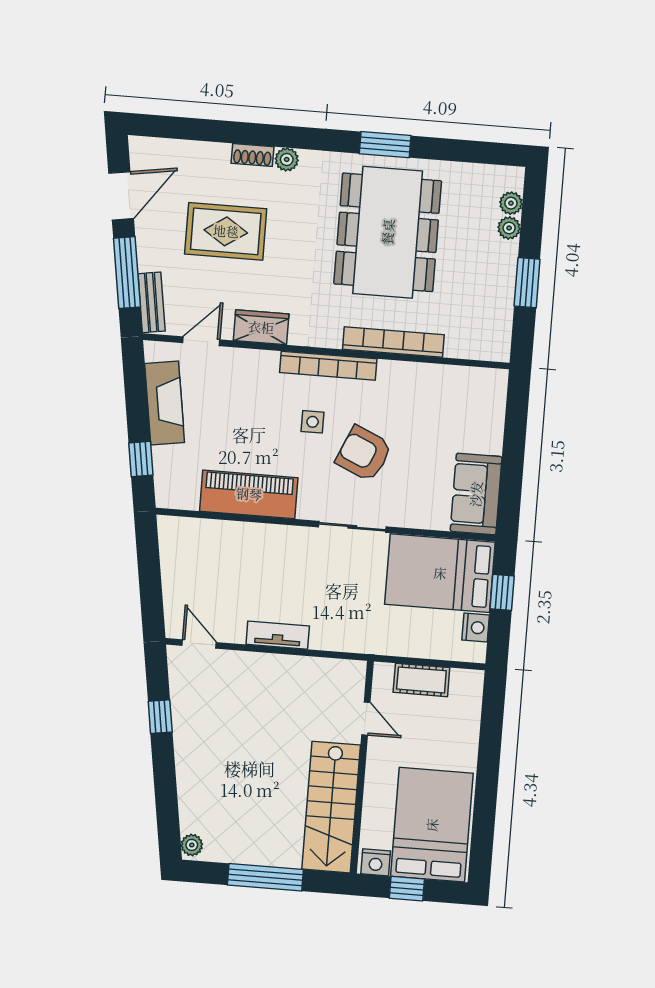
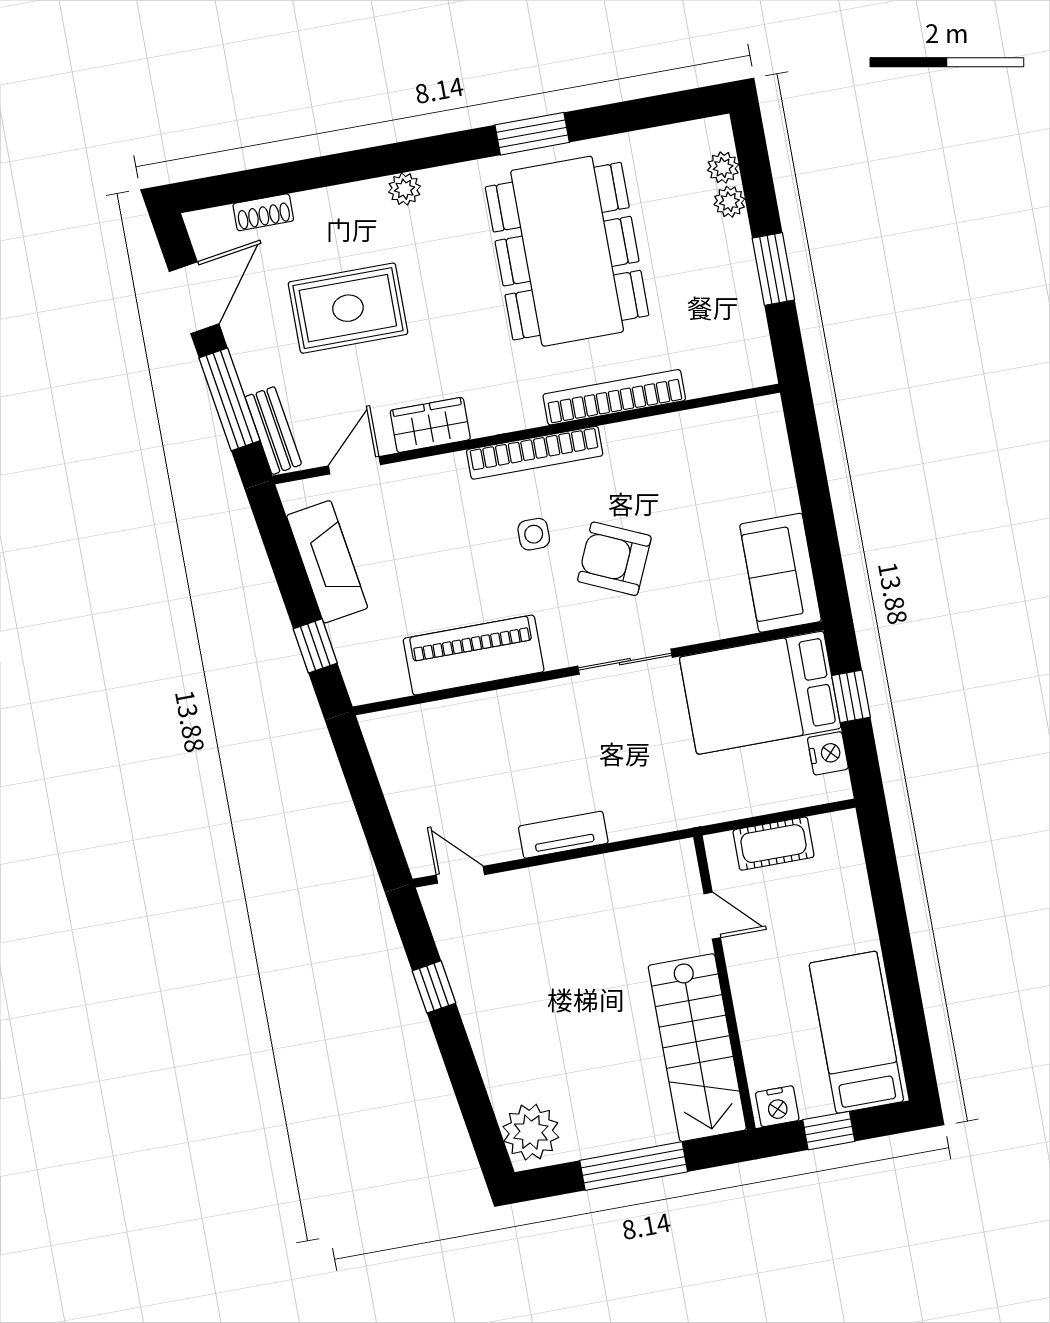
shoe rack: (252, 155) -> (263, 212), moved
bed: (432, 825) -> (856, 1032), width x0.67
plant: (192, 845) -> (531, 1132), width x1.88, depth x1.88

